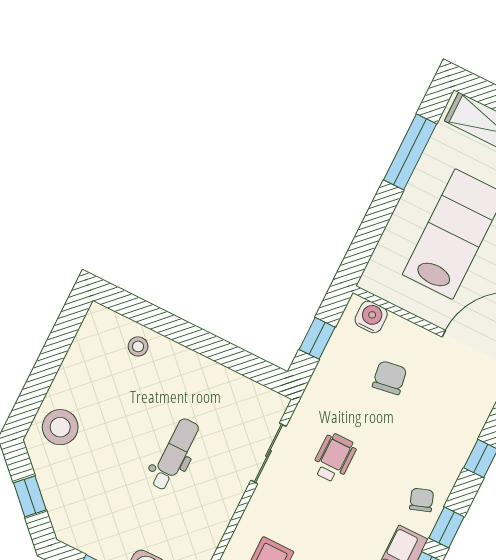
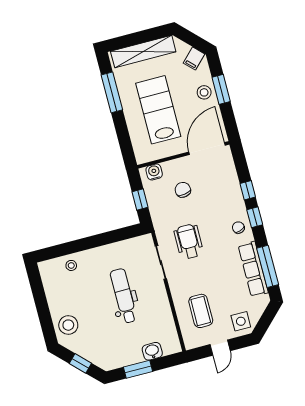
dental chair: (175, 454) -> (124, 296), width x1.36, depth x1.38
wheelchair: (334, 458) -> (189, 241), width x1.36, depth x1.37
window: (446, 527) -> (255, 217), moved

